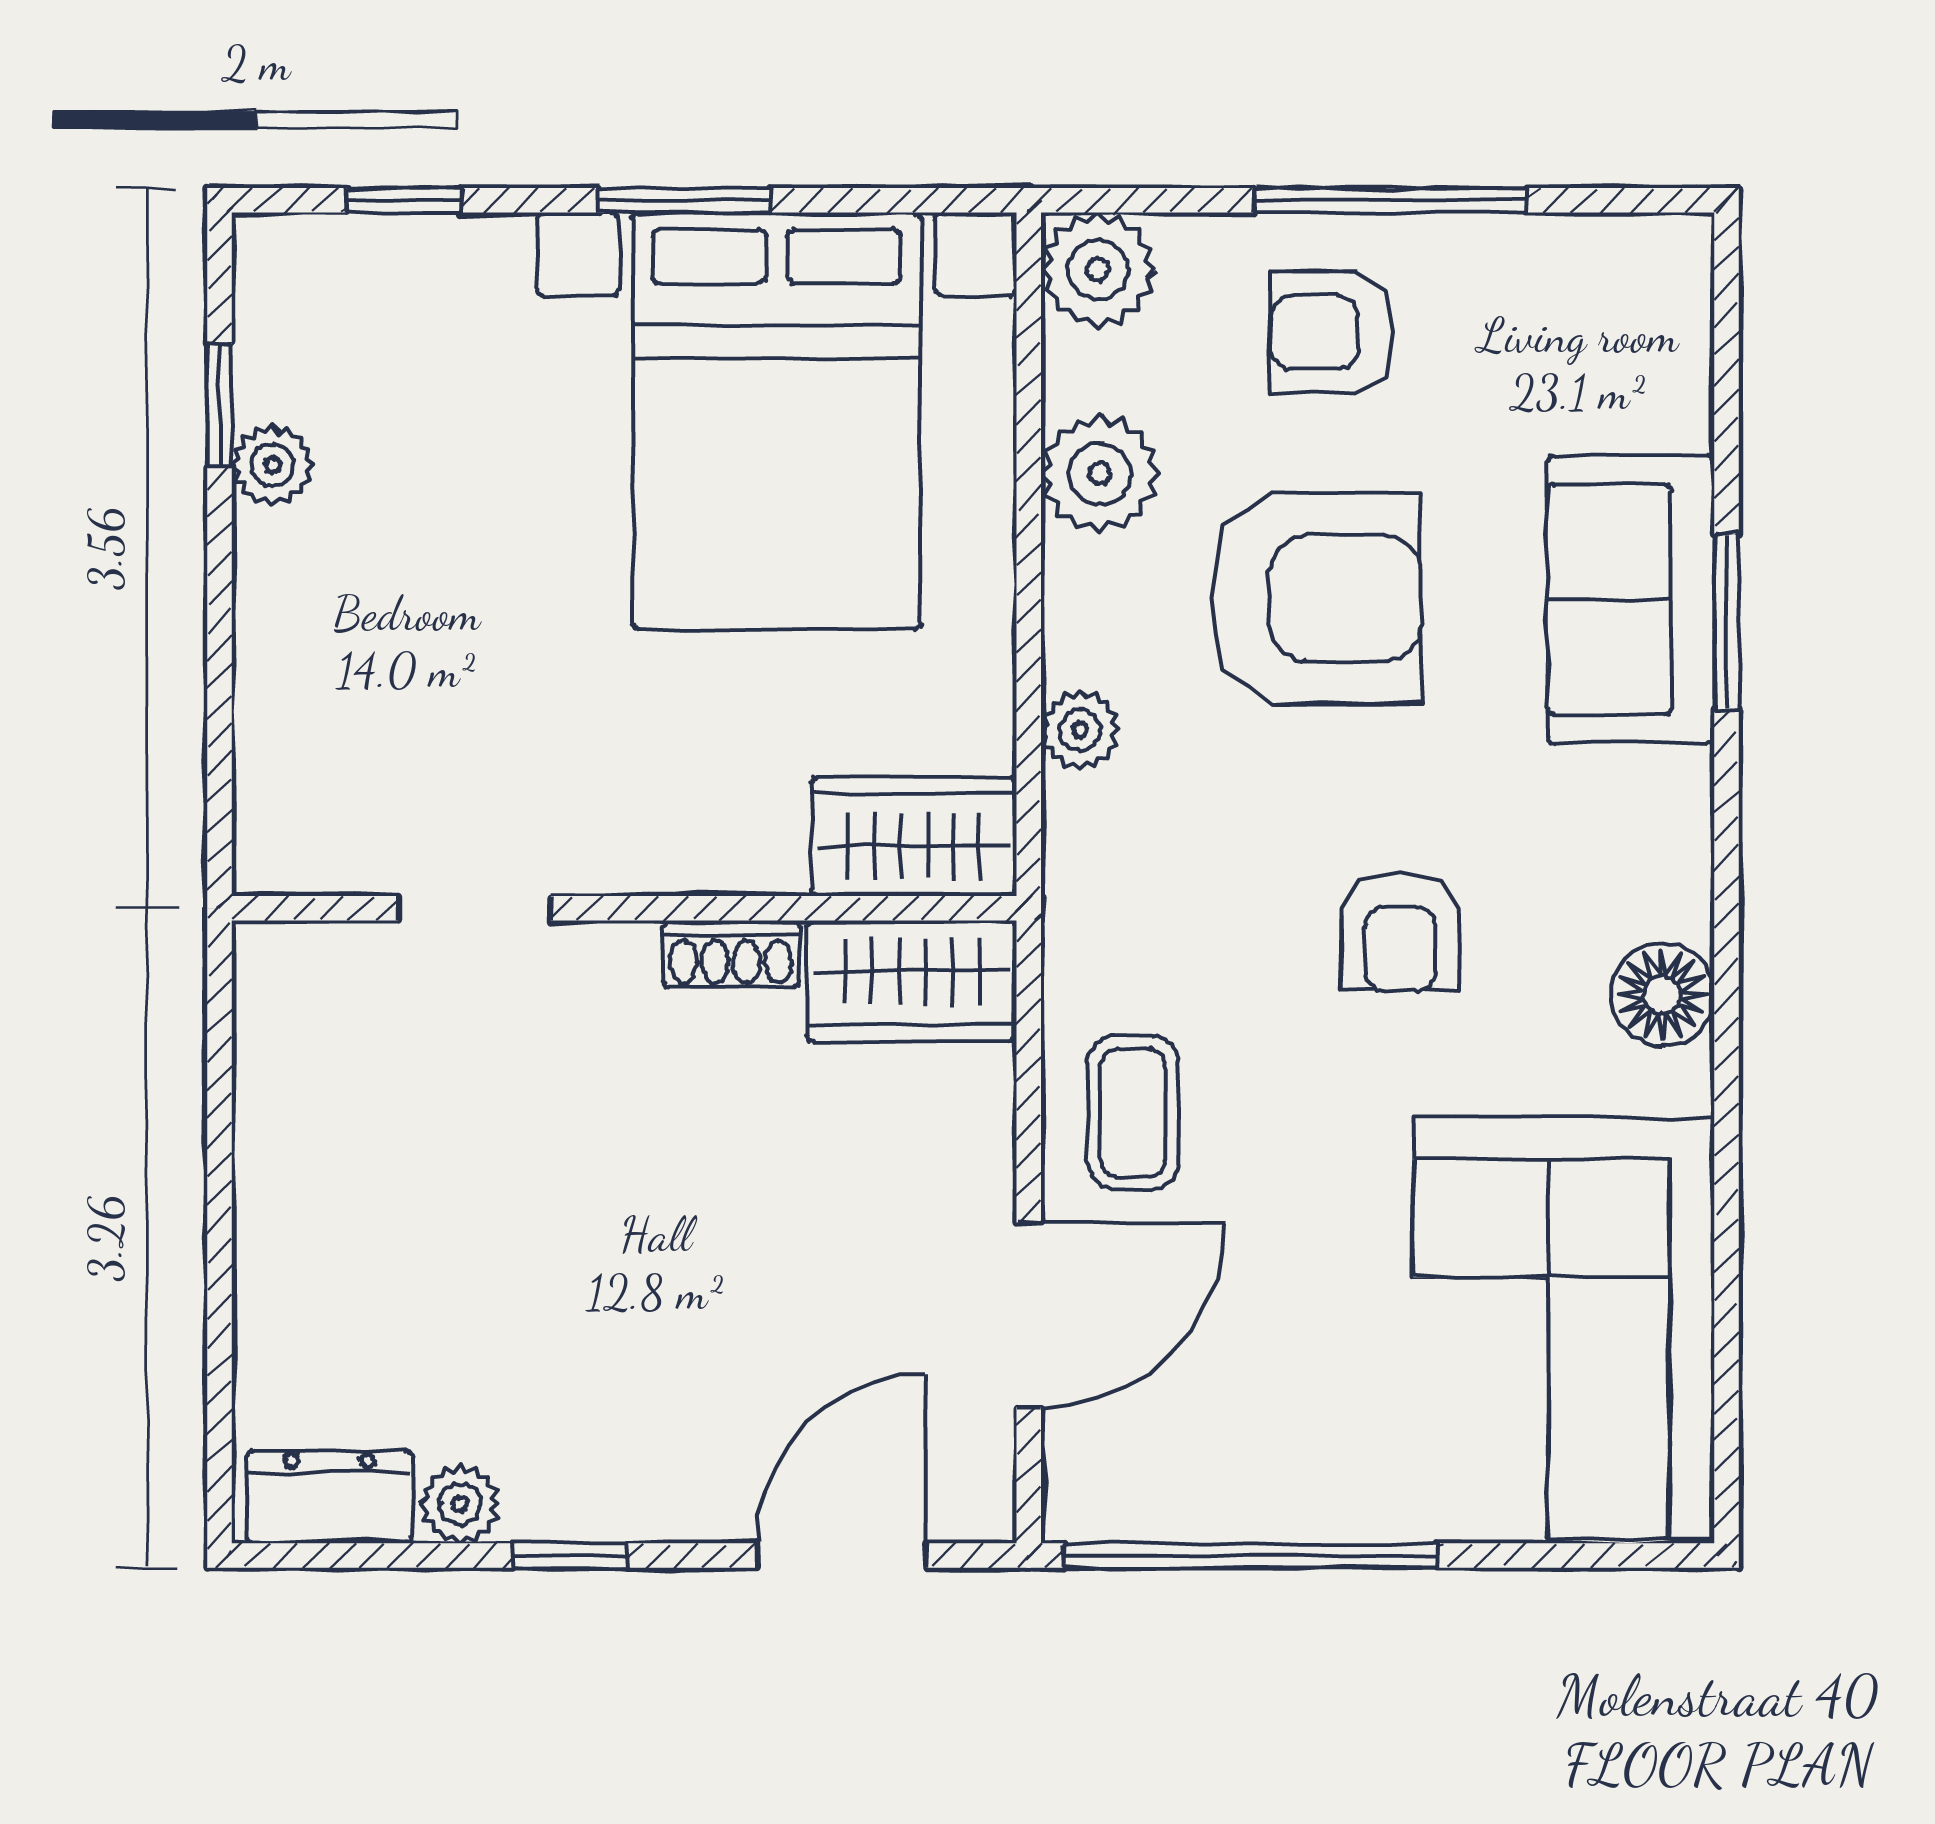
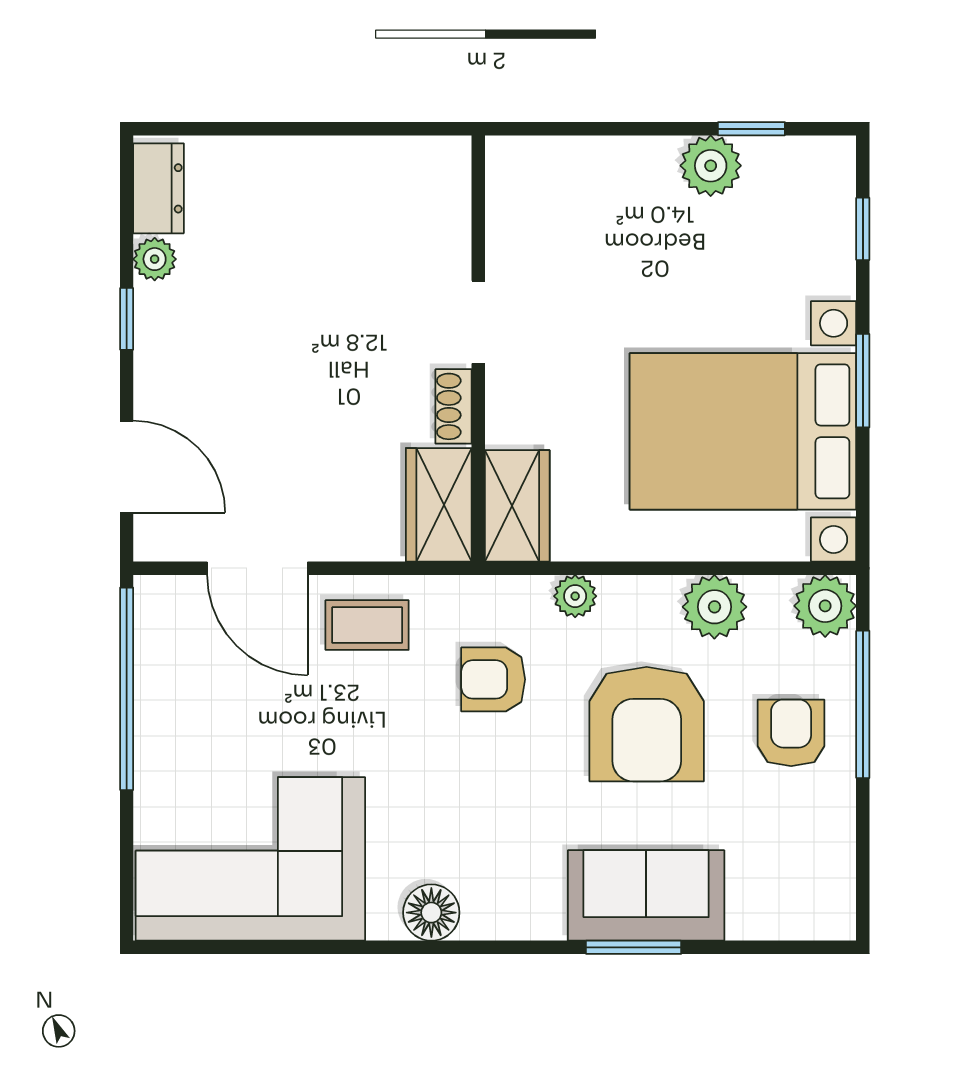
window: (1391, 200) -> (863, 704), moved
plant: (273, 465) -> (711, 166), width x1.38, depth x1.38
doorway: (474, 908) -> (478, 322), moved
armchair: (1400, 932) -> (493, 679), moved

